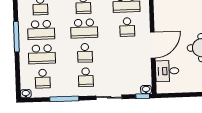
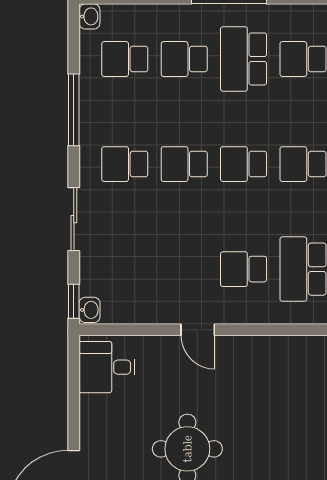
school desk: (84, 29) -> (244, 164), width x0.54
door: (153, 45) -> (198, 330), width x0.53
school desk: (42, 54) -> (184, 59), width x0.54
desk: (167, 71) -> (107, 367), moved, turned -90

